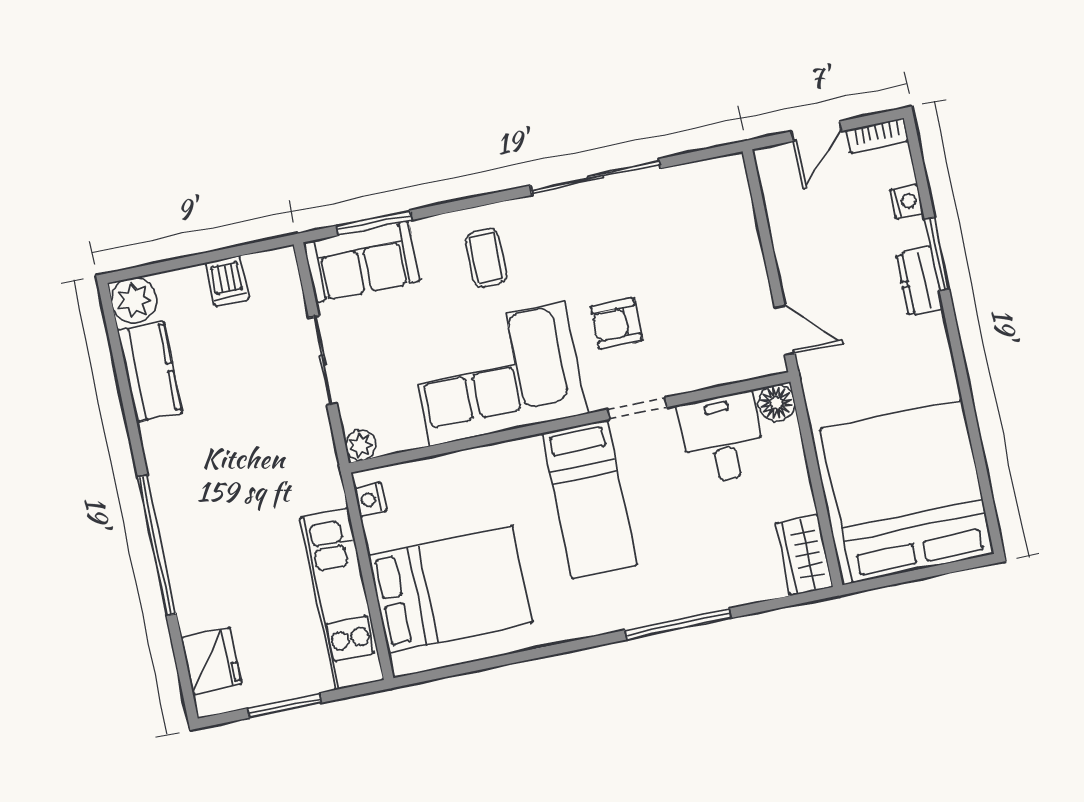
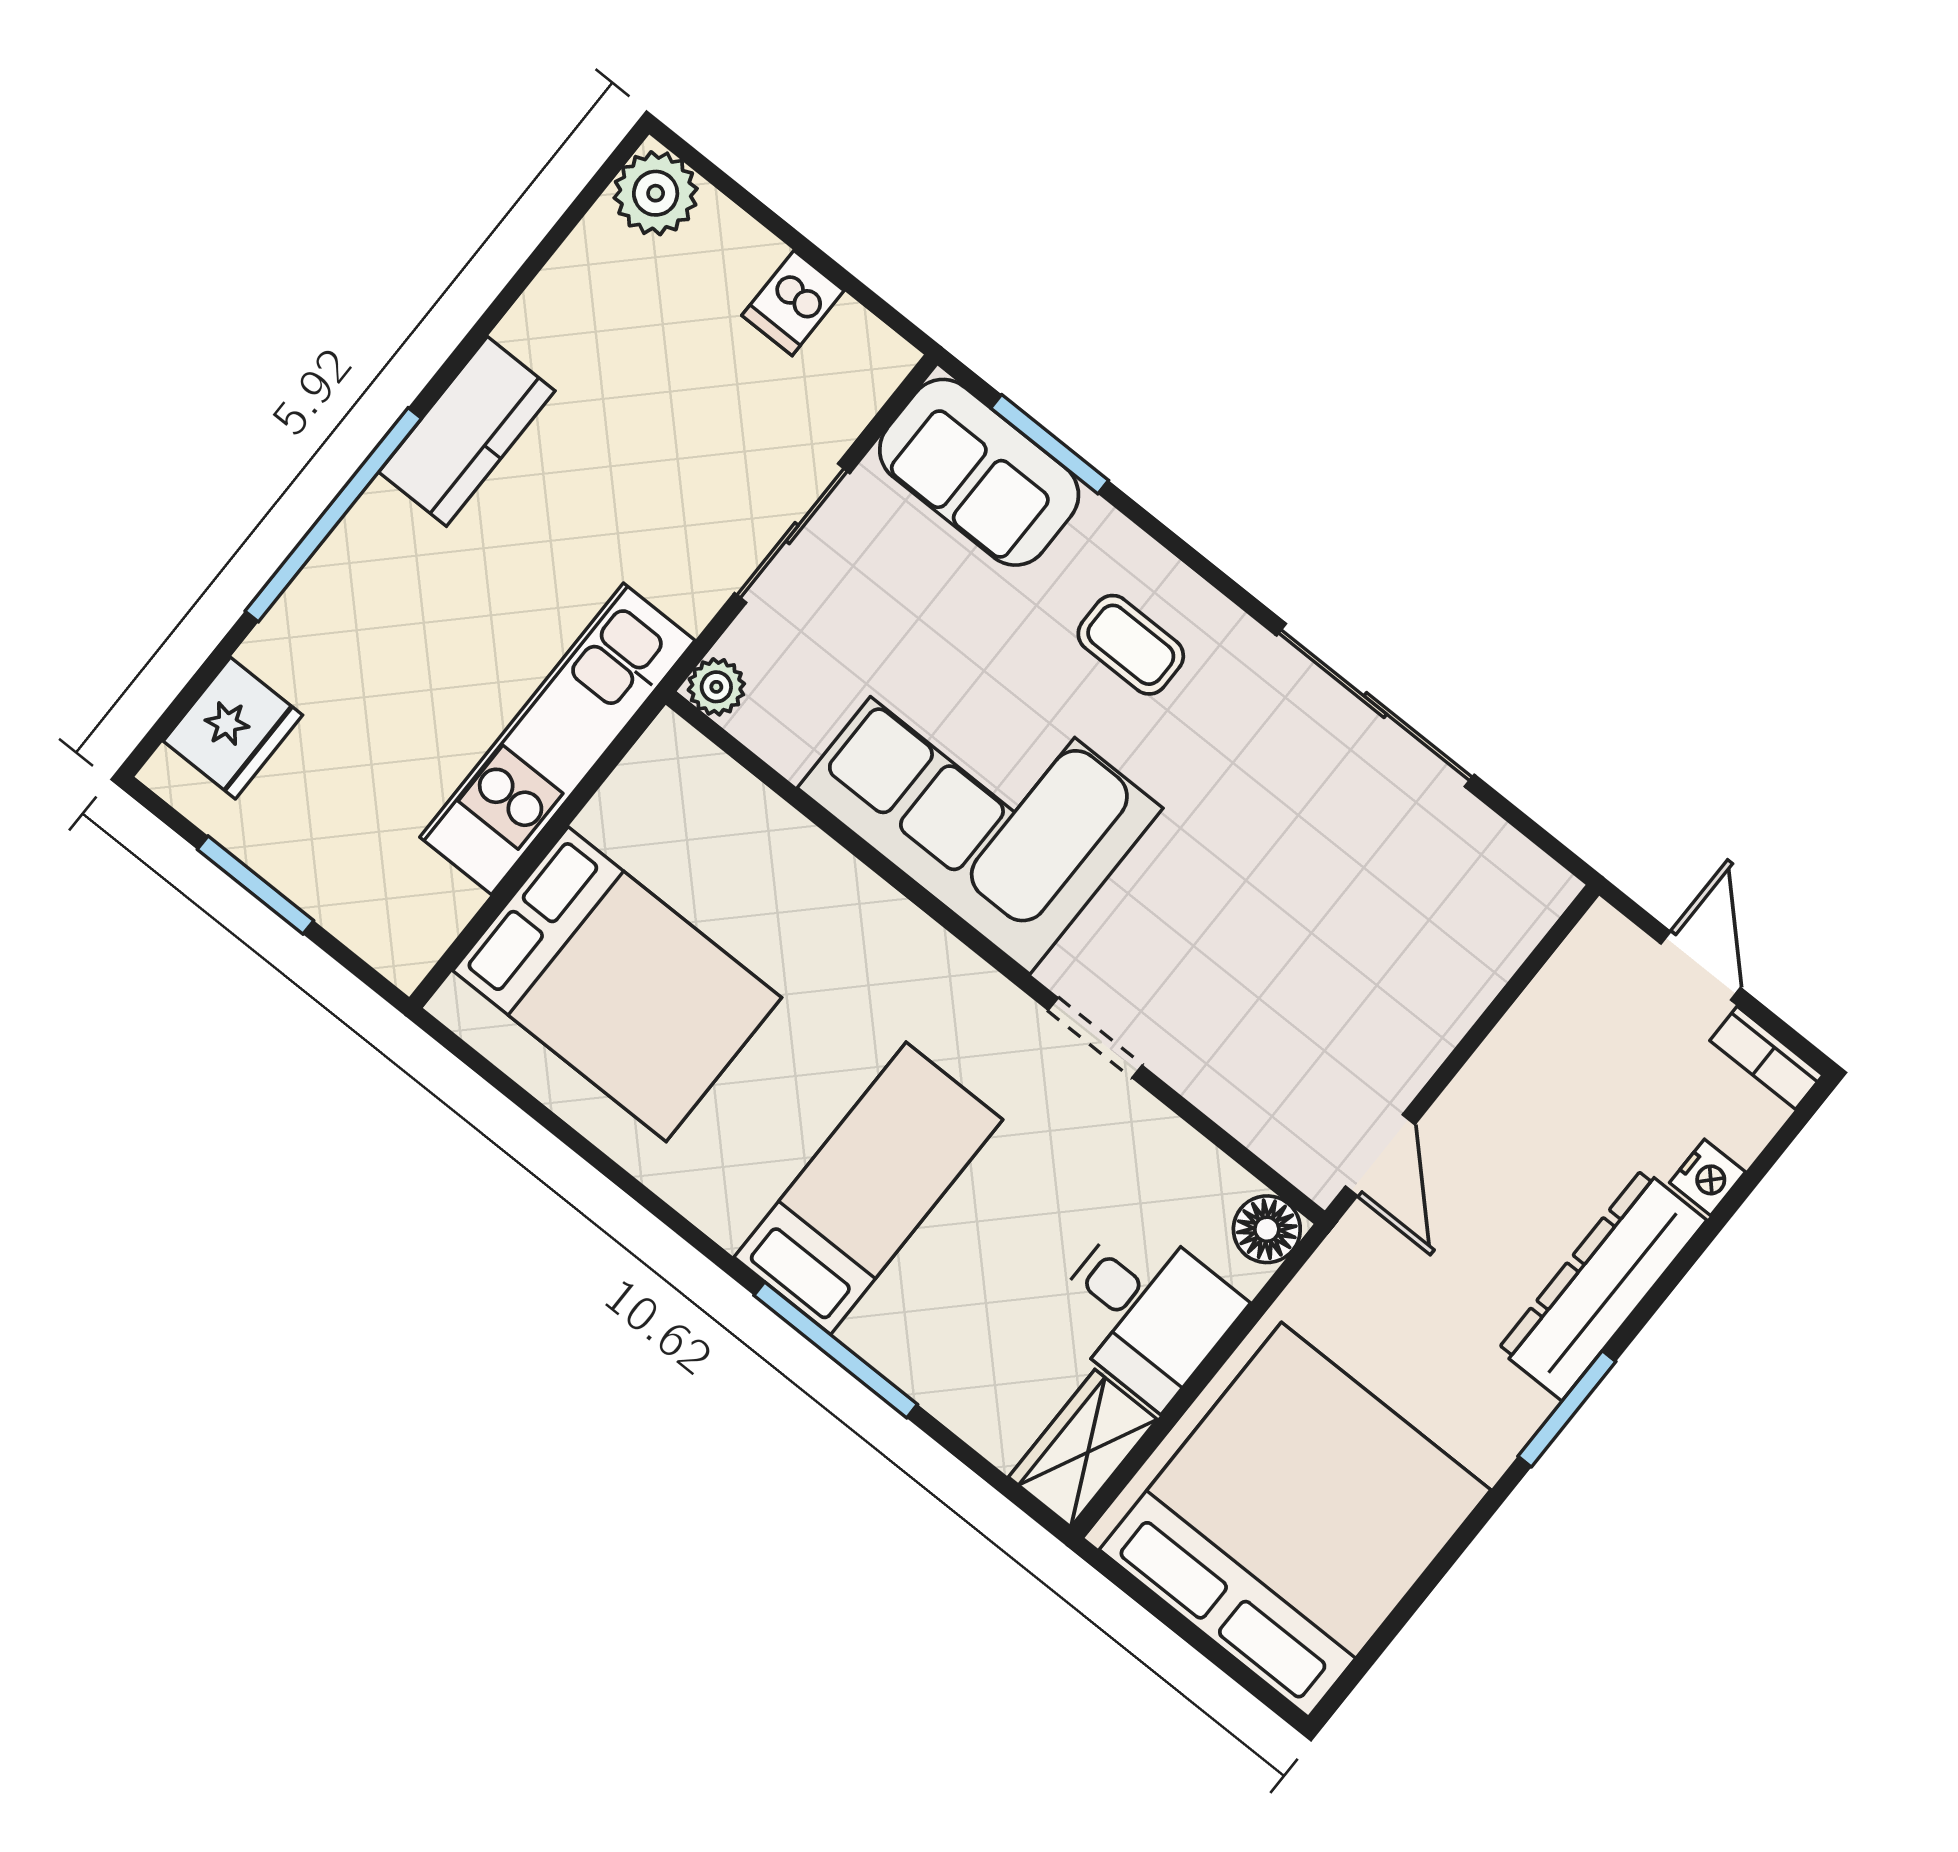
door: (816, 131) -> (1701, 966), swing flipped
window: (937, 254) -> (1567, 1409), moved
coffee table: (486, 258) -> (1131, 645), turned 90
dresser: (919, 281) -> (1602, 1285), width x1.96, depth x1.24
armchair: (616, 324) -> (1191, 908), removed
kitchen counter: (150, 371) -> (467, 431), moved
desk: (722, 438) -> (1145, 1310), moved, turned 90
nightstand: (370, 499) -> (651, 764), removed
bed: (589, 499) -> (868, 1188), moved, turned 180
kitchen unit: (342, 599) -> (557, 739), moved

